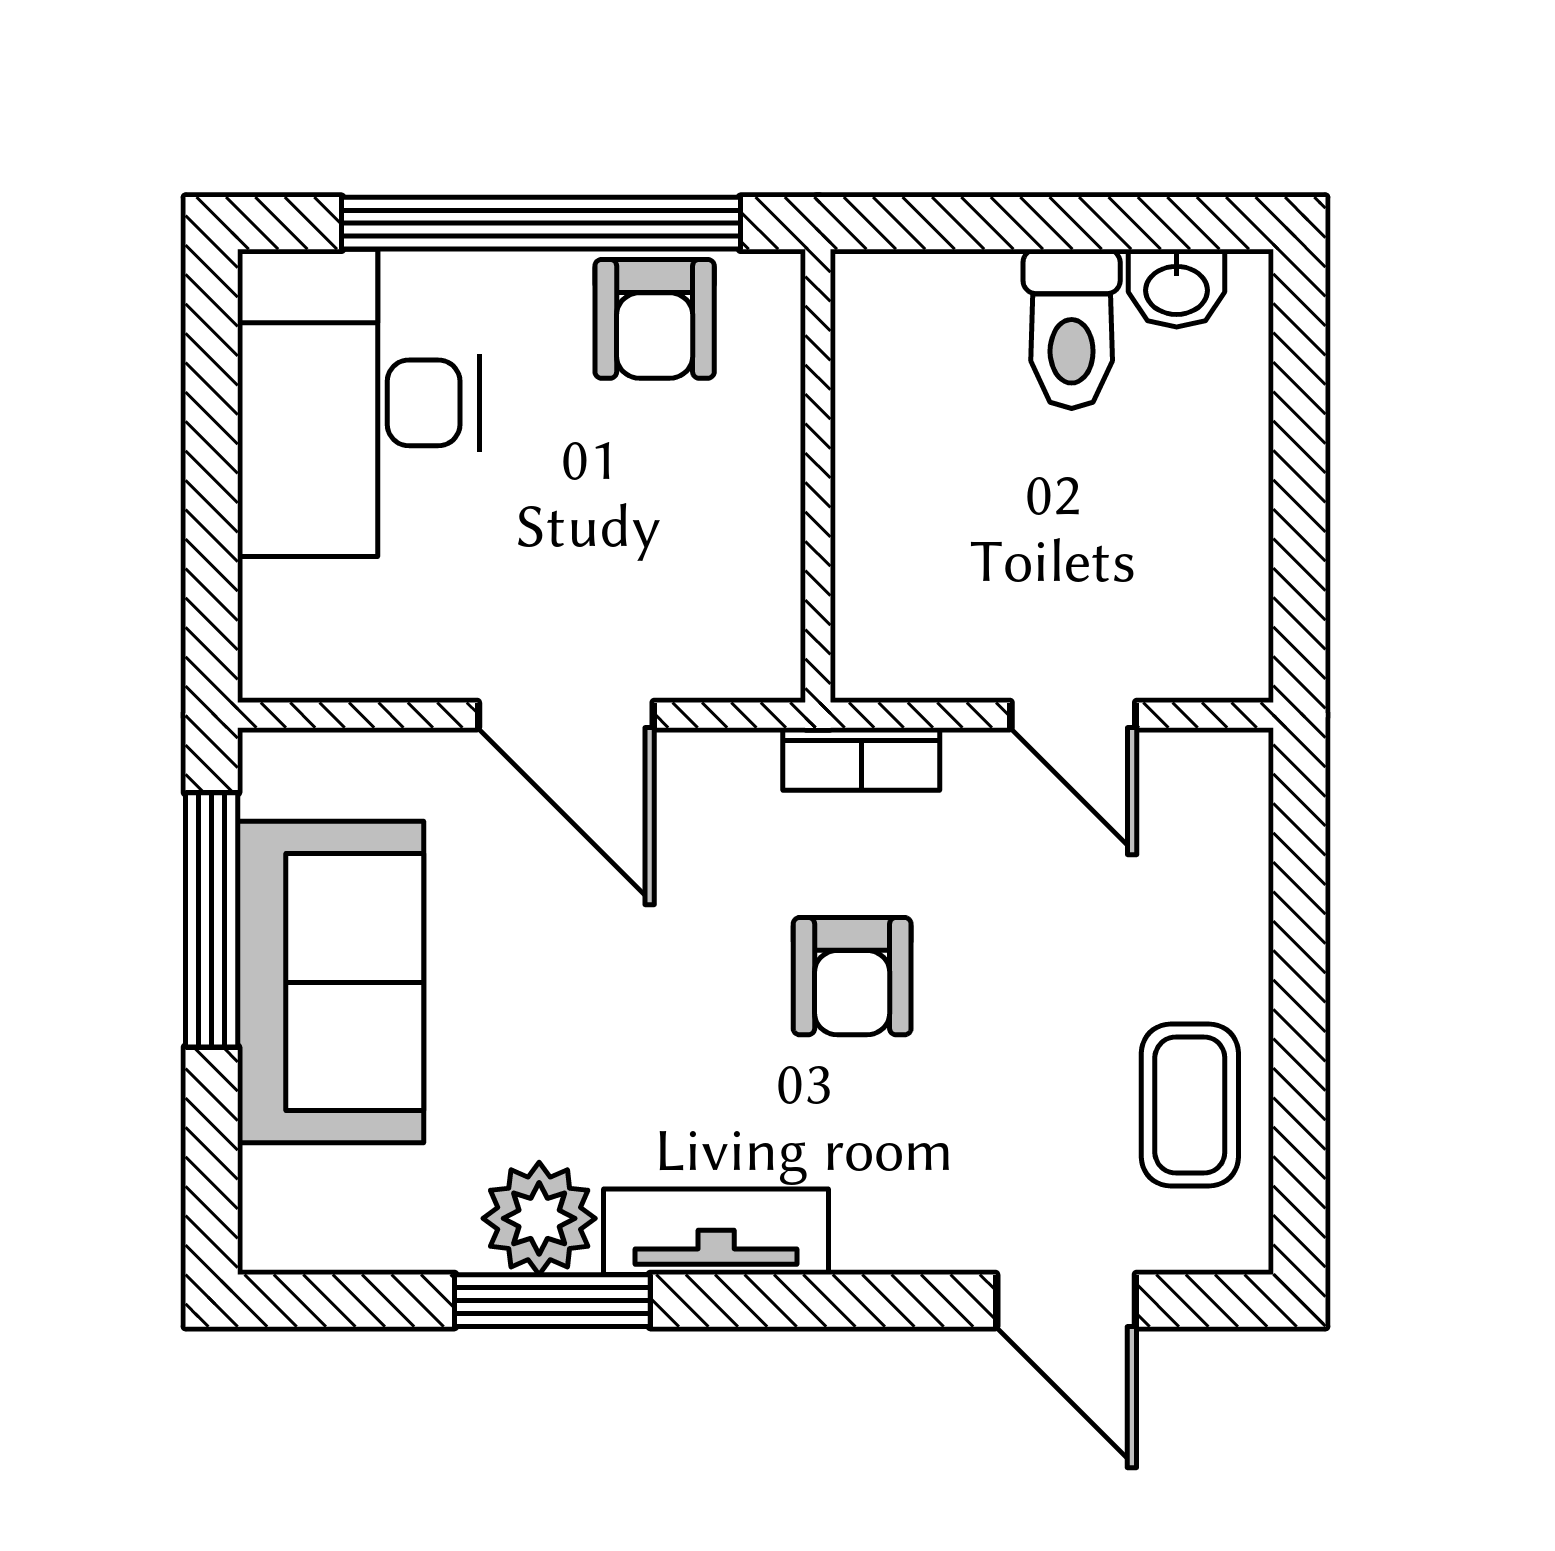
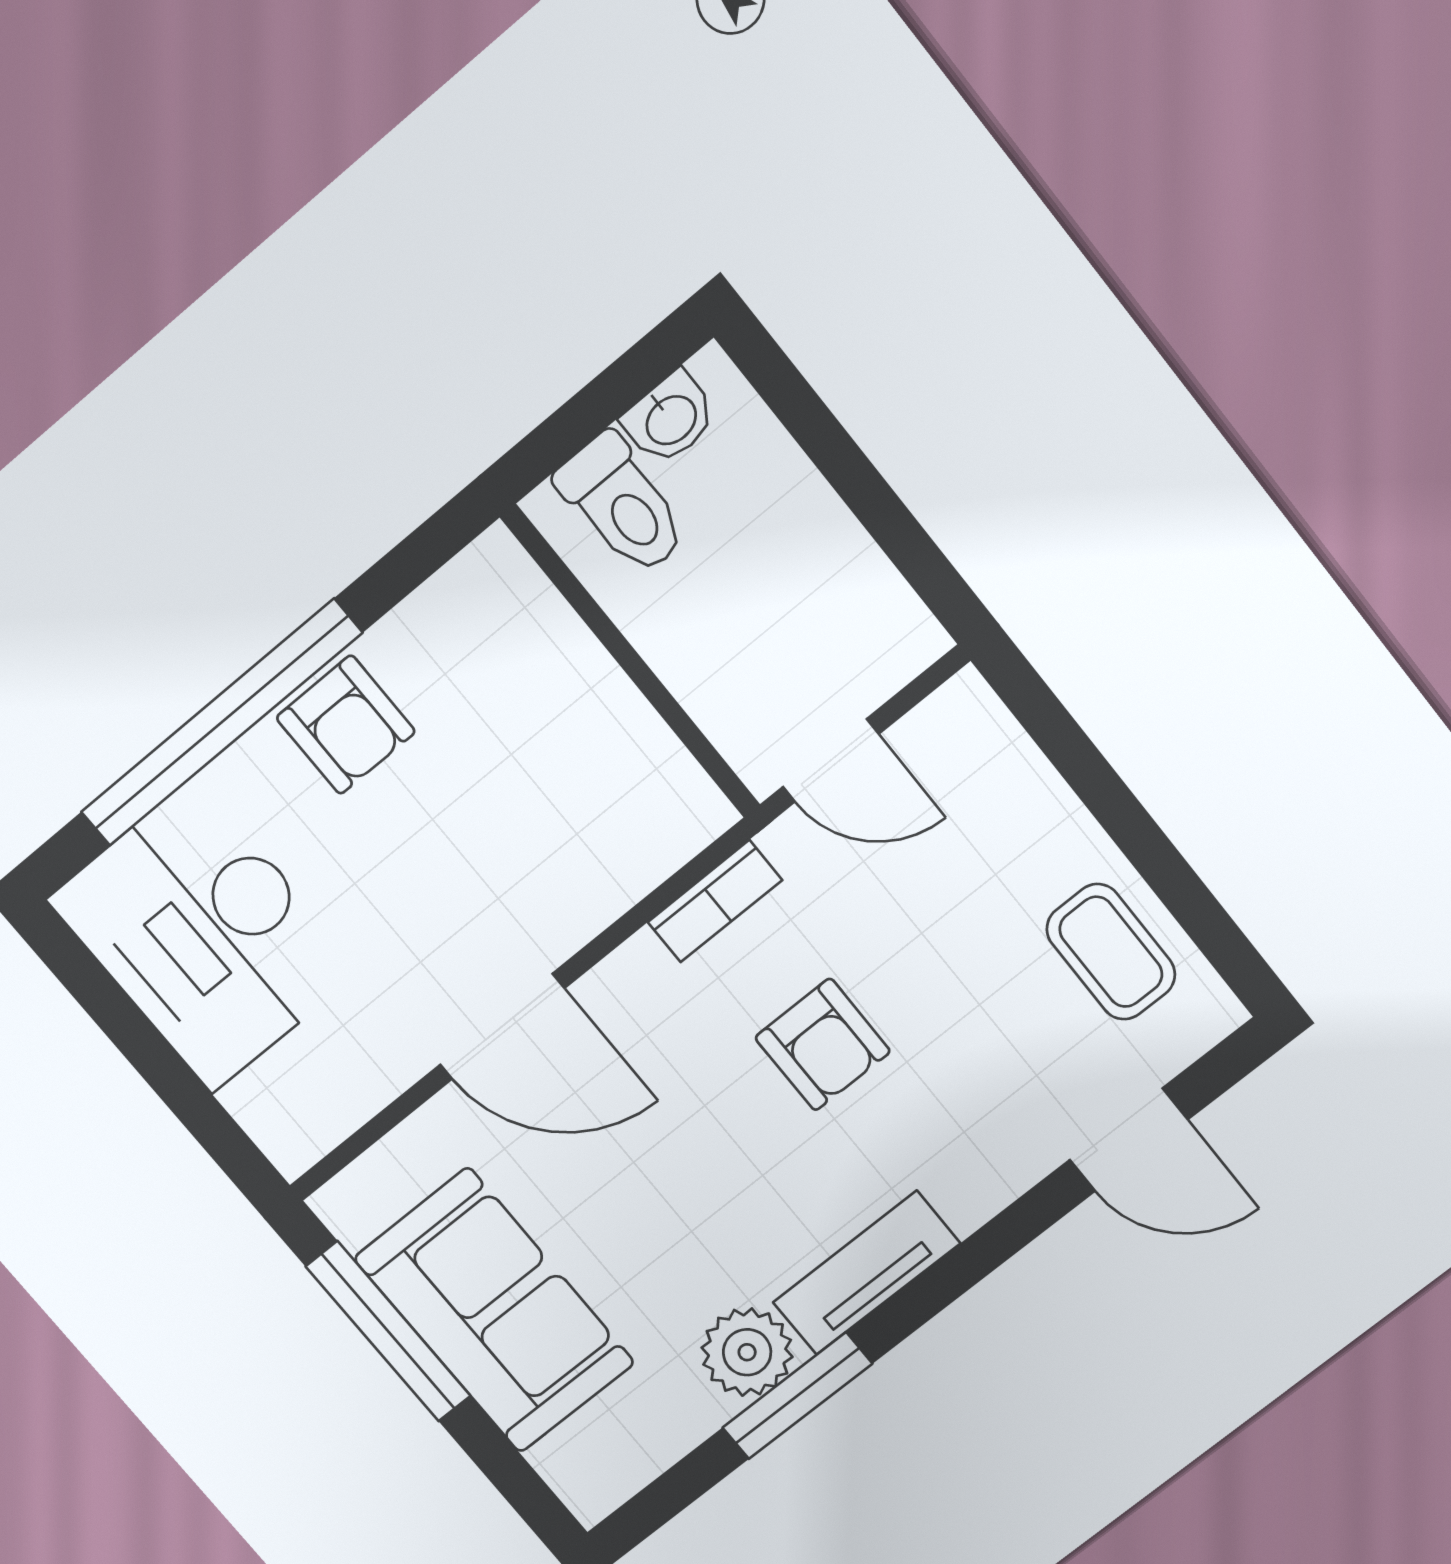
wall: (818, 476) -> (631, 662), moved

